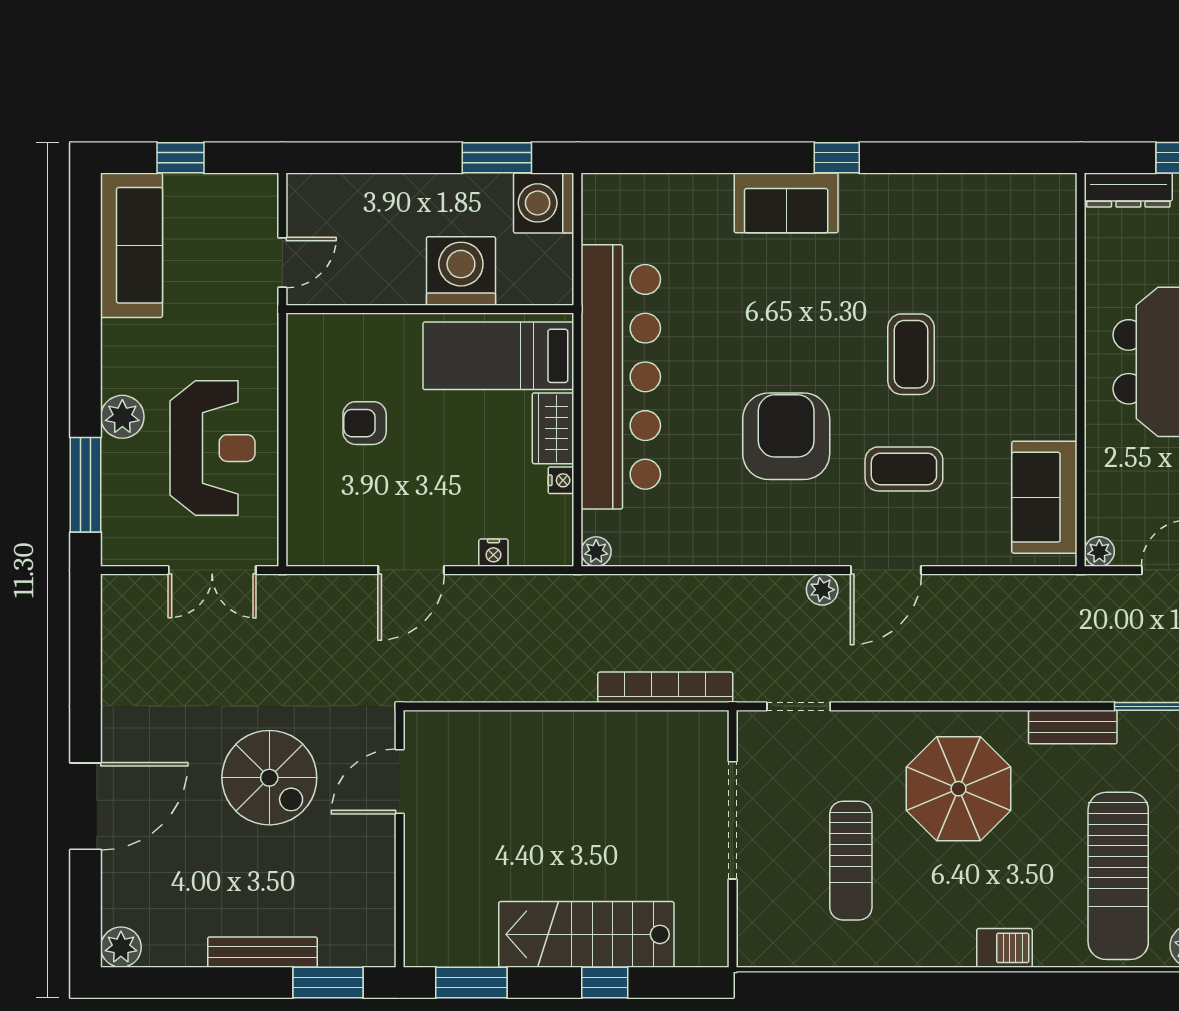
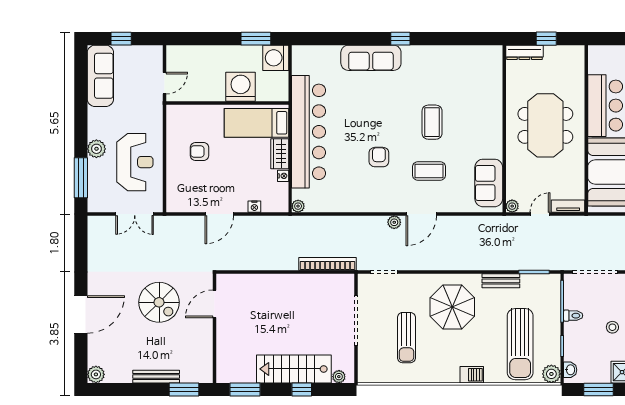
sofa: (786, 203) -> (371, 58), width x1.36
armchair: (786, 436) -> (379, 157), width x0.53, depth x0.53
plant: (692, 952) -> (339, 377), added

